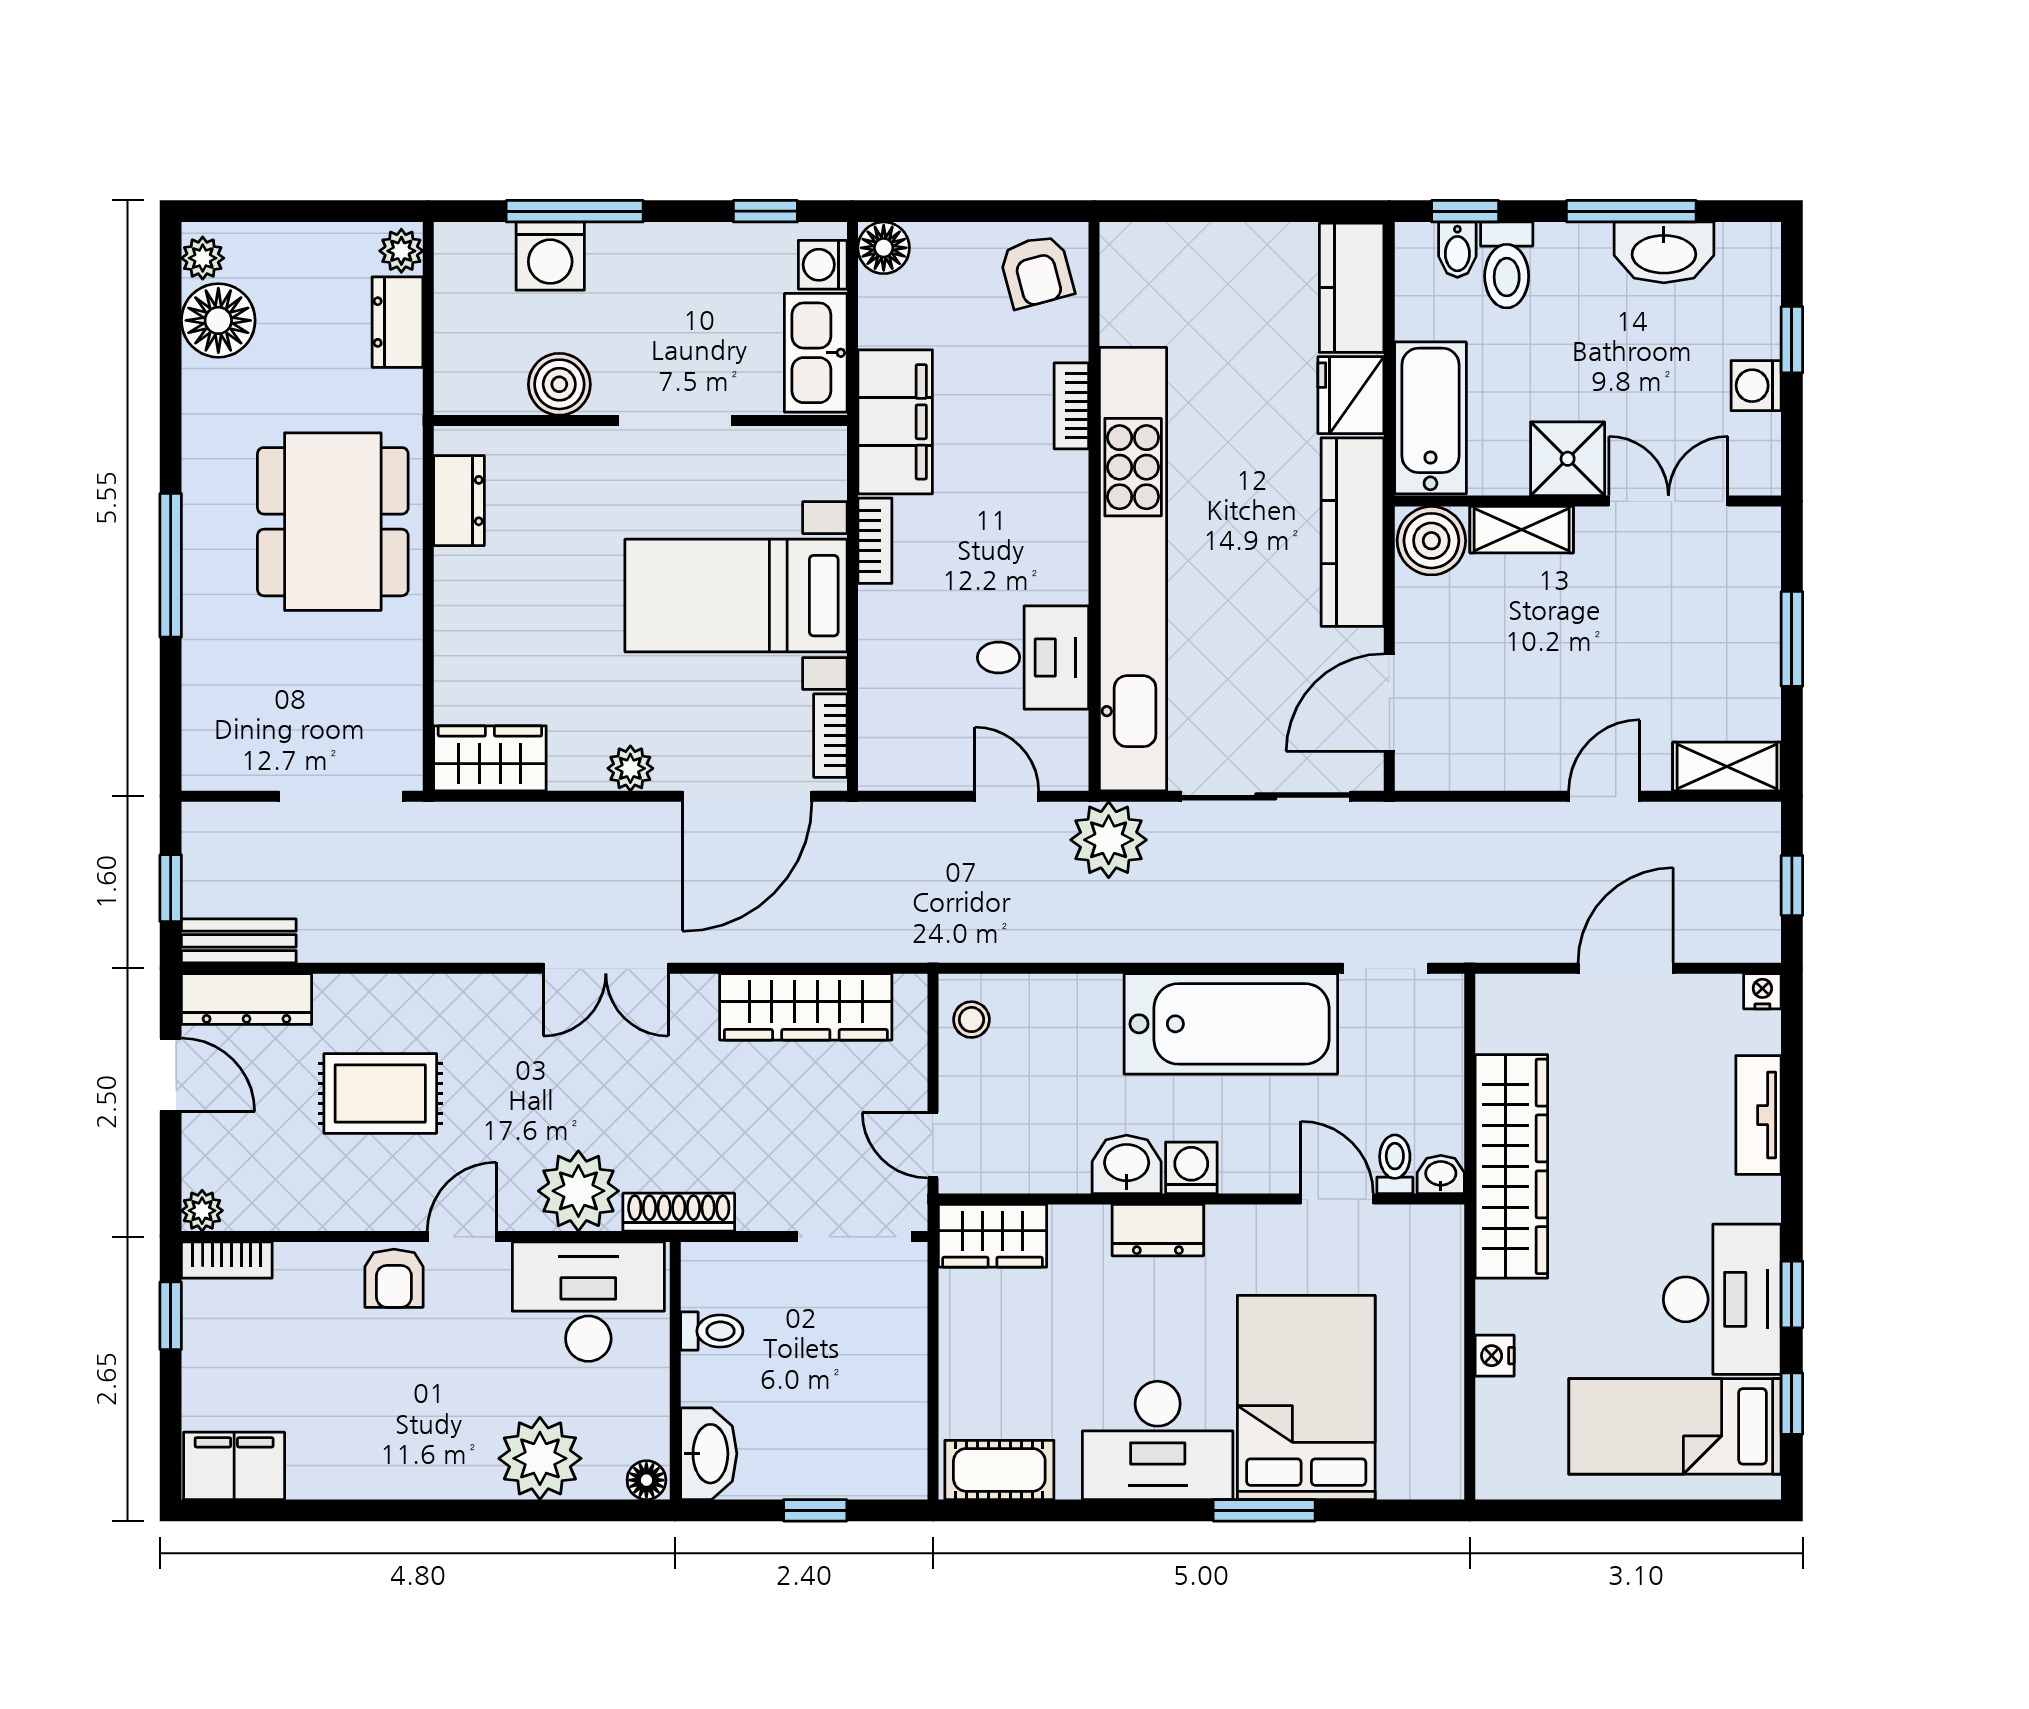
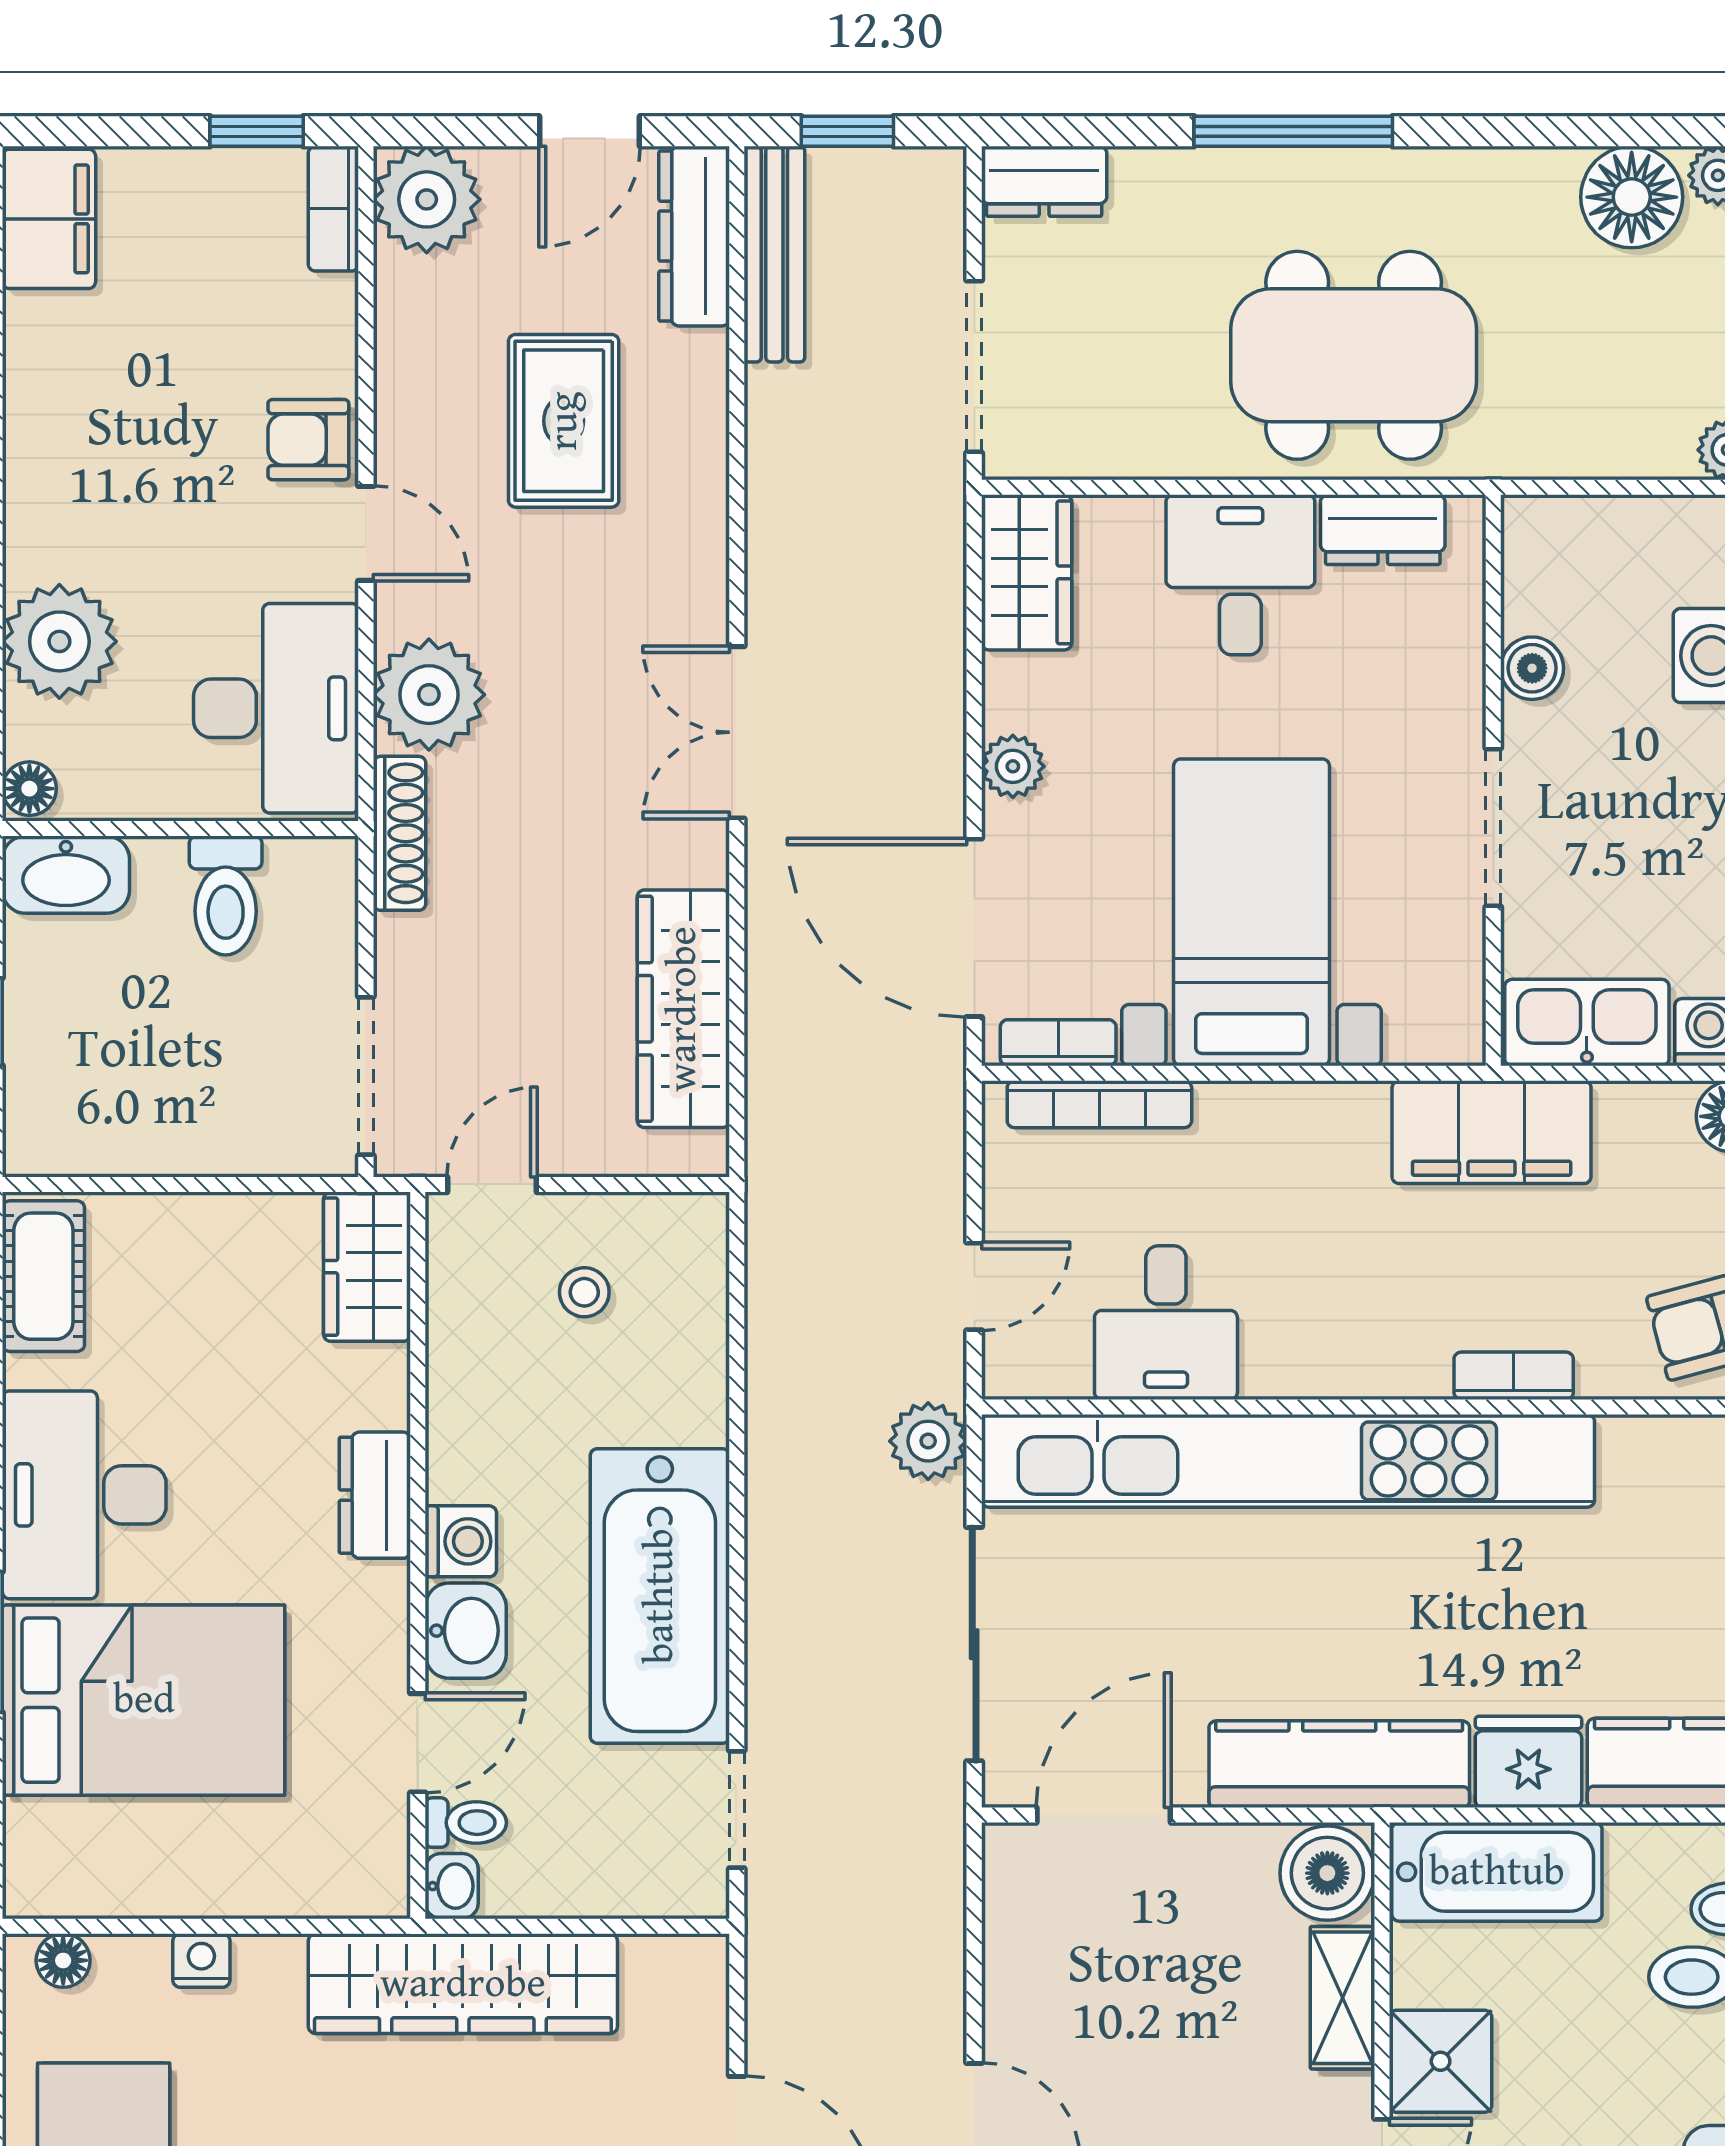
dresser: (398, 322) -> (1044, 181), moved, turned 180
boiler: (559, 384) -> (1532, 668), width x0.73, depth x0.73
bookcase: (875, 541) -> (1099, 1104), moved, width x1.56
desk: (492, 604) -> (1240, 575), added
door: (1389, 703) -> (1104, 1815), hinge flipped
plant: (1109, 840) -> (928, 1441), width x0.73, depth x0.73
bench: (239, 941) -> (774, 254), width x1.36
stool: (971, 1020) -> (584, 1292), moved
washbasin: (1127, 1164) -> (466, 1631), moved
plant: (202, 1211) -> (427, 199), width x1.88, depth x1.88
toilet: (712, 1331) -> (226, 895), width x1.37, depth x1.39
floor lamp: (1495, 1456) -> (63, 1960), added

